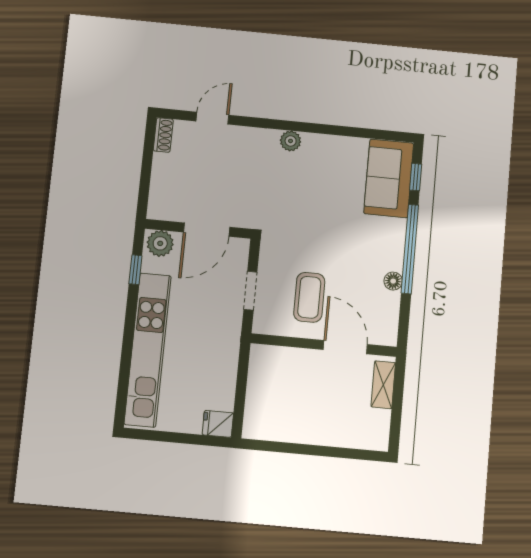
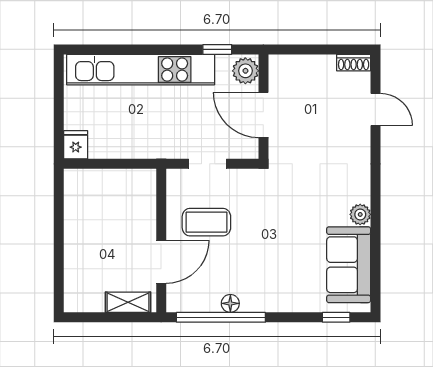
plant: (291, 141) -> (360, 214), moved
sofa: (389, 178) -> (349, 265), moved, turned -90
window: (410, 249) -> (221, 317), moved

